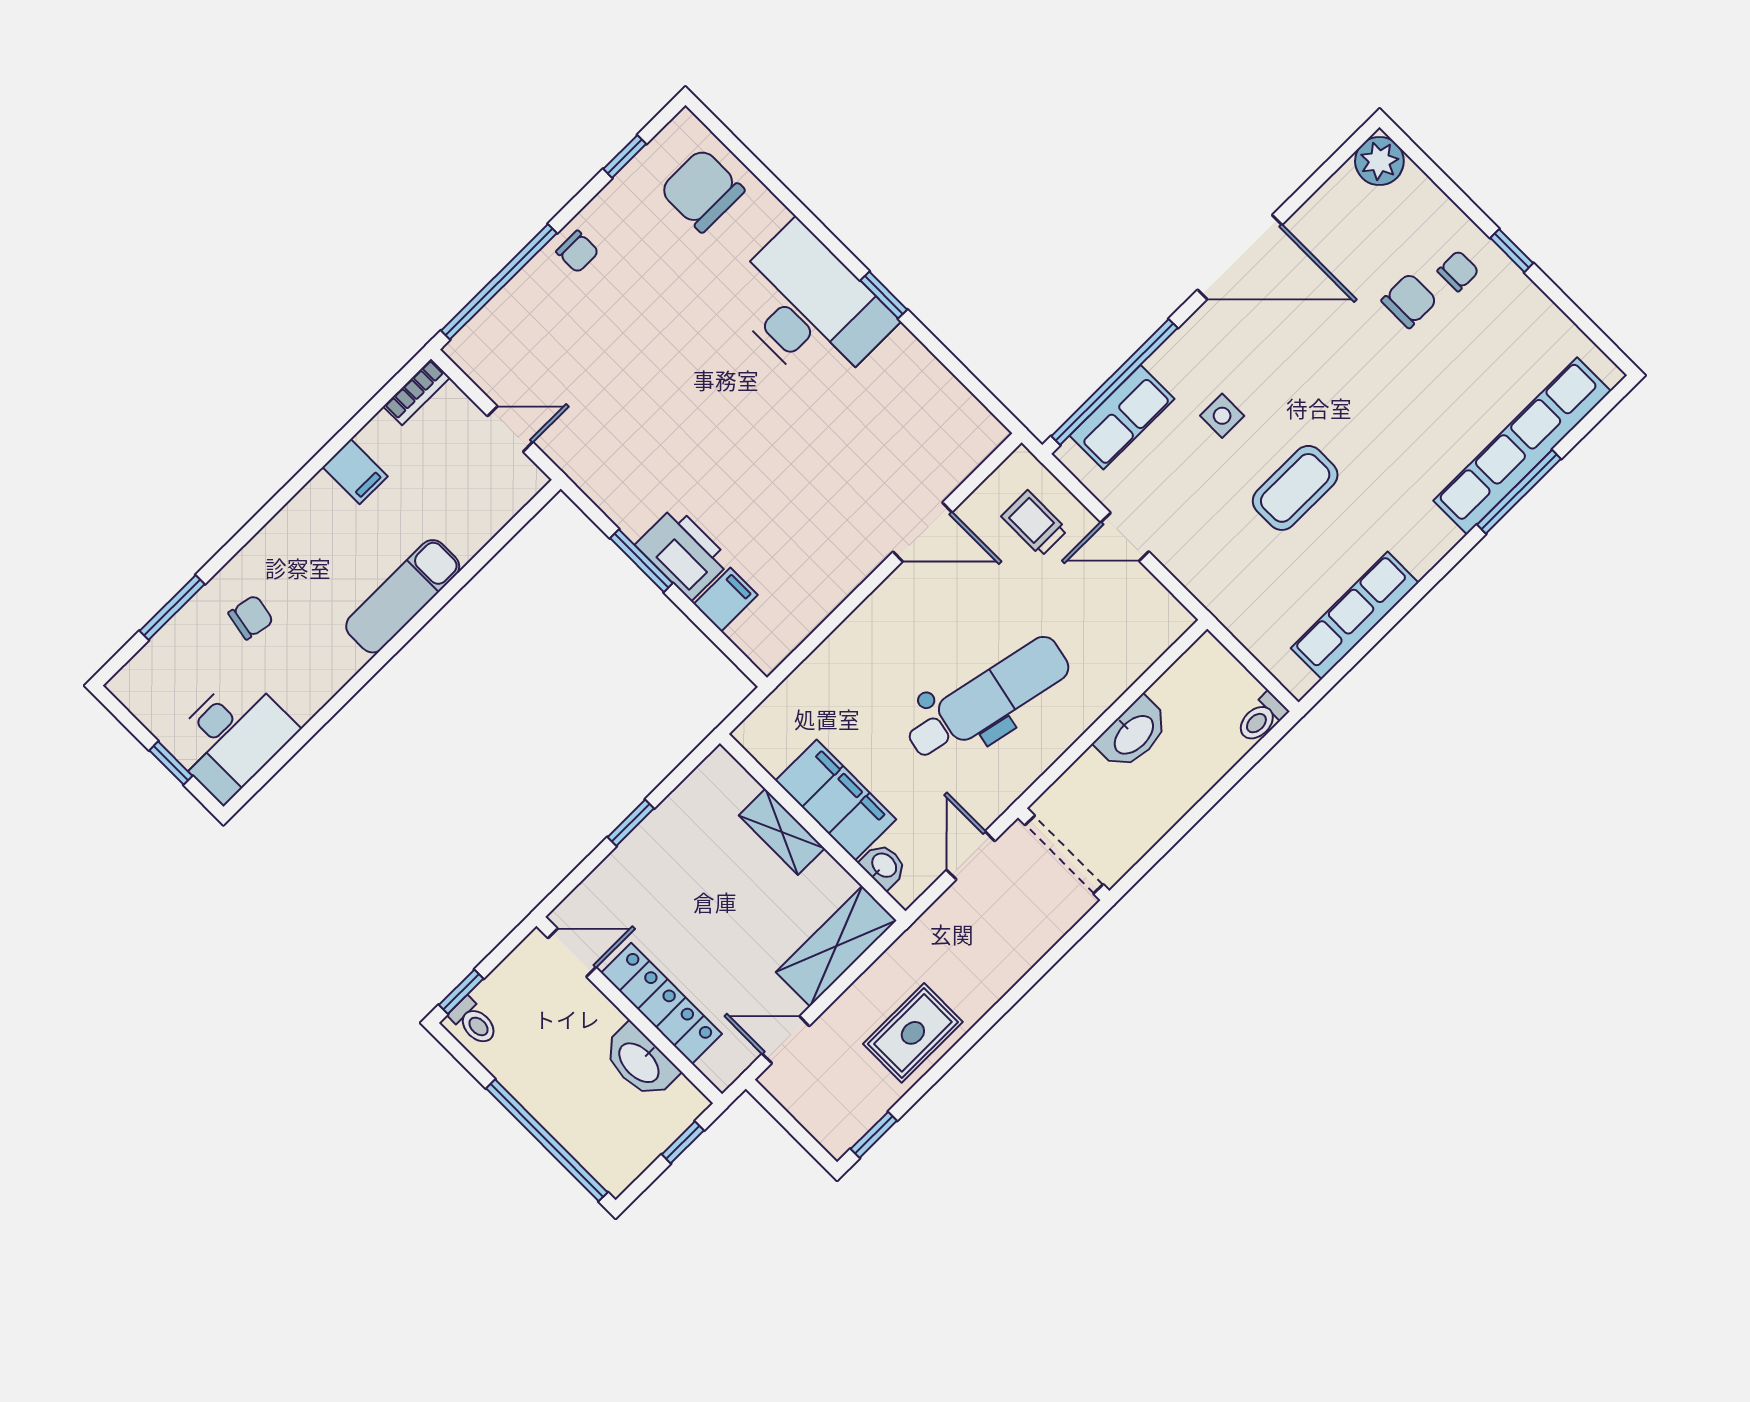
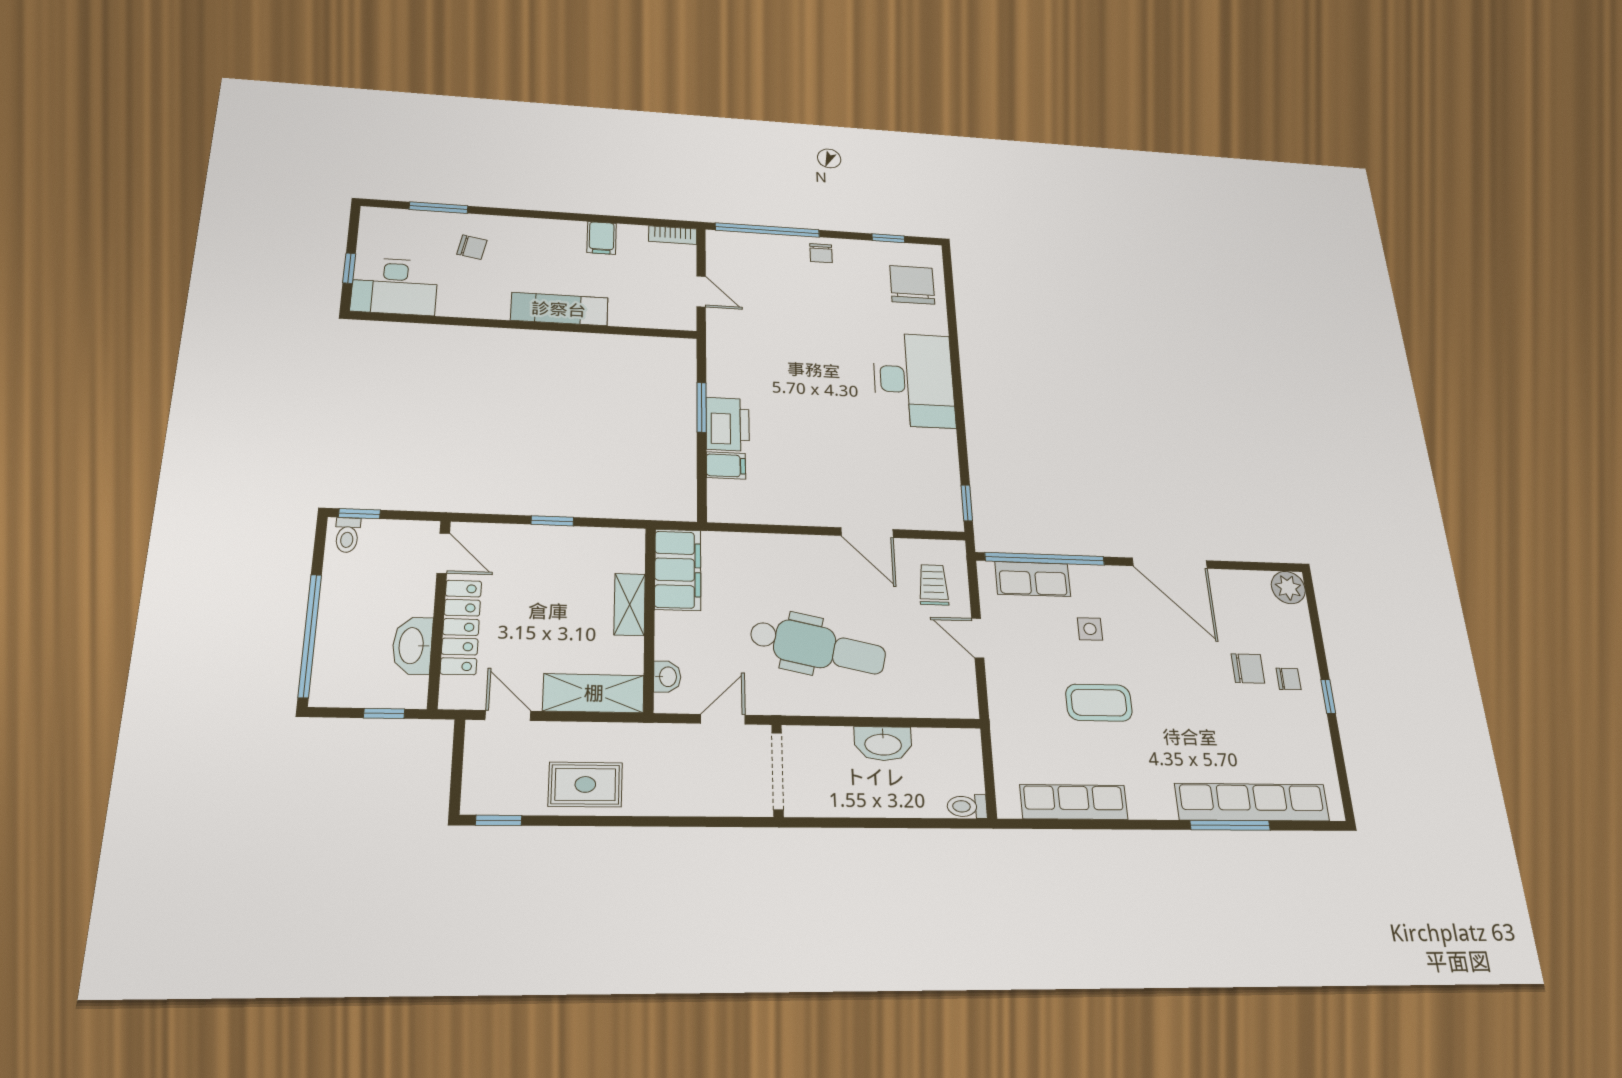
window: (884, 295) -> (967, 503), moved
filing cabinet: (836, 800) -> (678, 570), moved

